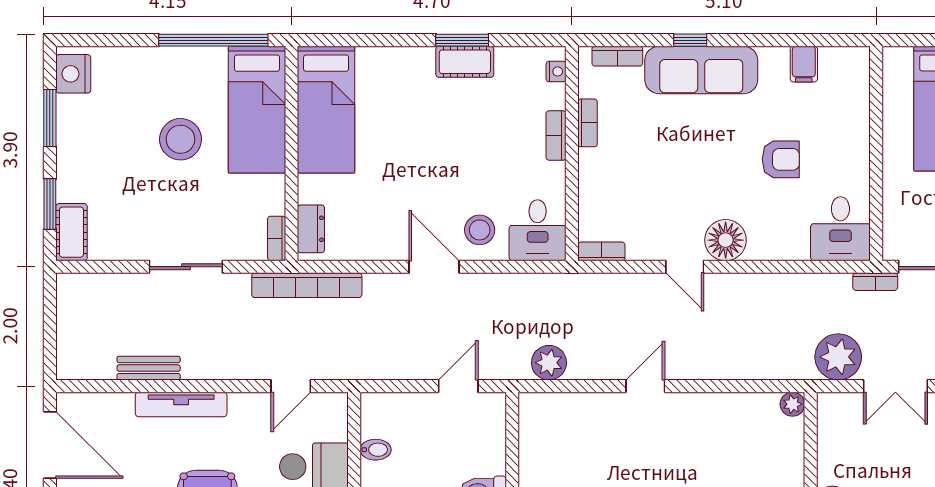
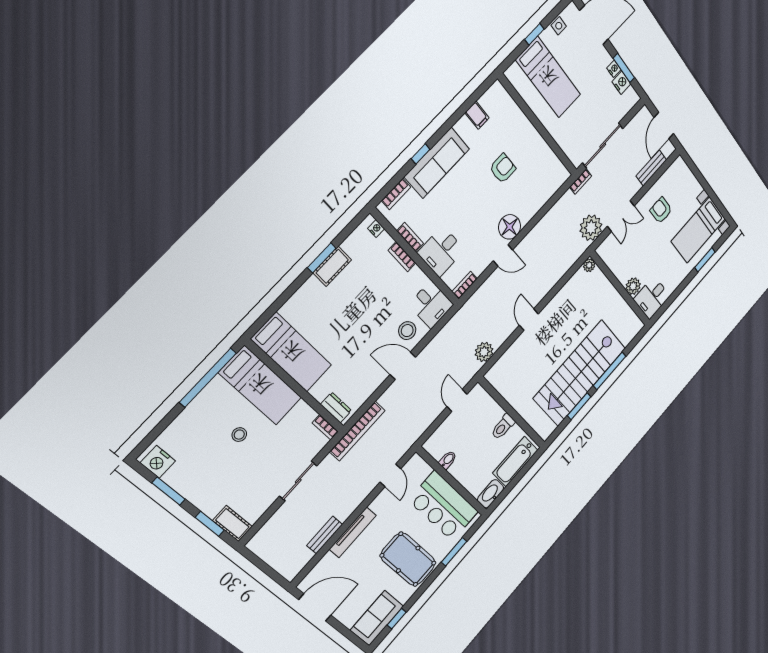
stool: (180, 139) -> (239, 435), width x0.53, depth x0.53
desk: (840, 229) -> (441, 251), moved, turned 90

